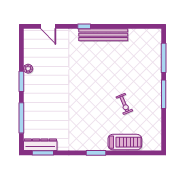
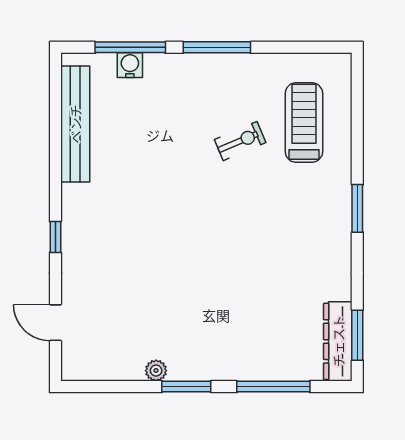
door: (48, 26) -> (55, 323), swing flipped
bench: (103, 35) -> (75, 124), moved
water cooler: (156, 58) -> (130, 65), added
treadmill: (125, 142) -> (304, 122), moved

